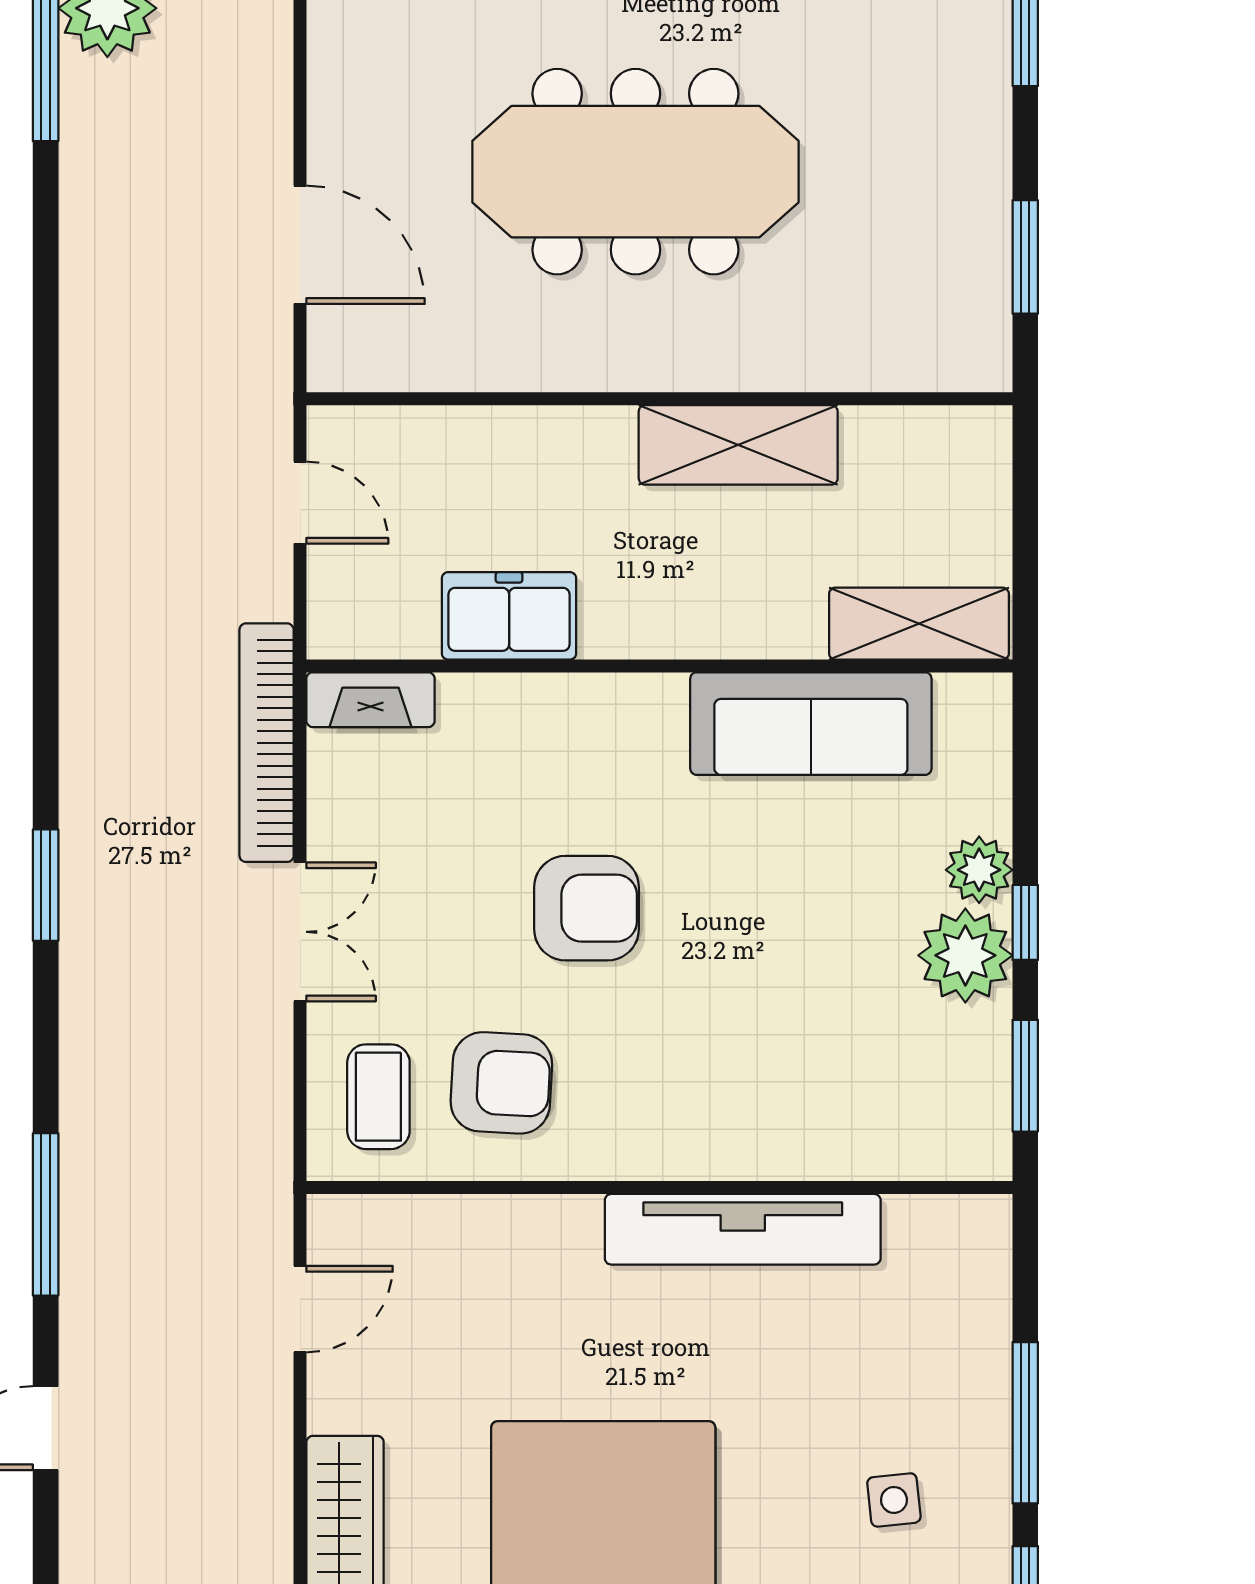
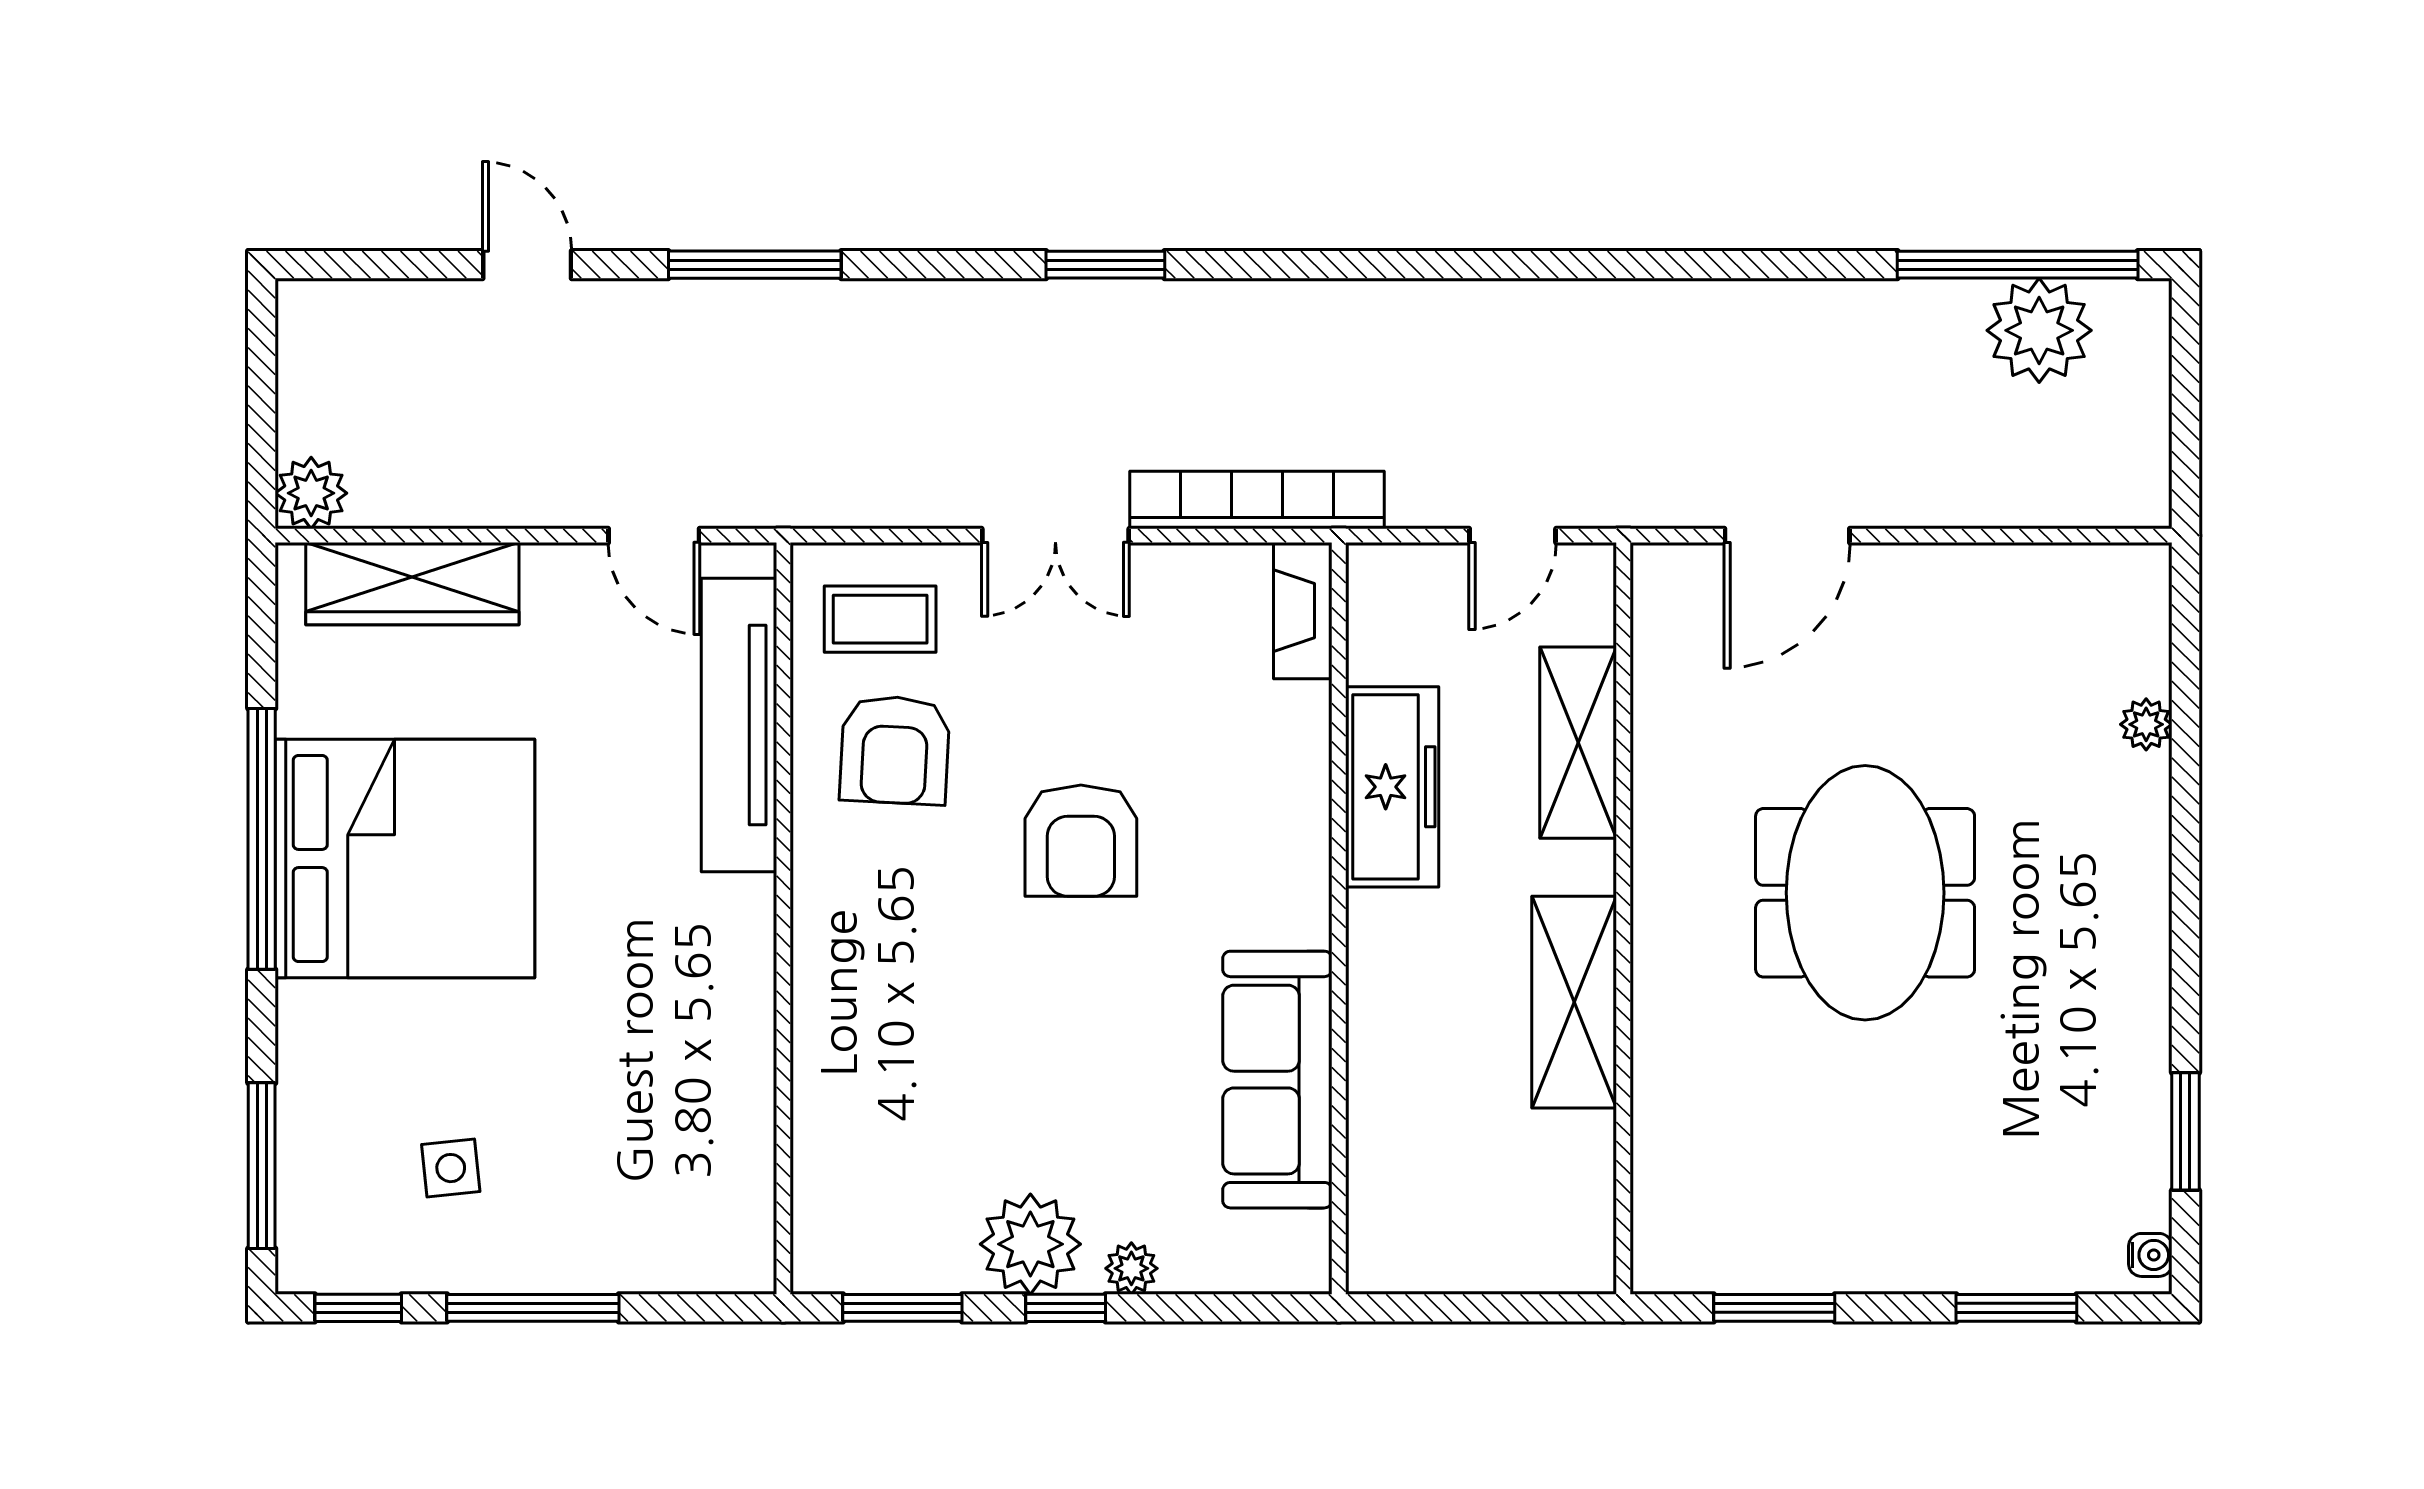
meeting table: (635, 172) -> (1865, 893), width x0.73
freezer: (509, 616) -> (1392, 787), width x1.40
shelving: (919, 624) -> (1578, 743), moved
plant: (979, 870) -> (1131, 1268), width x0.73, depth x0.73
tv unit: (743, 1229) -> (739, 725), moved

